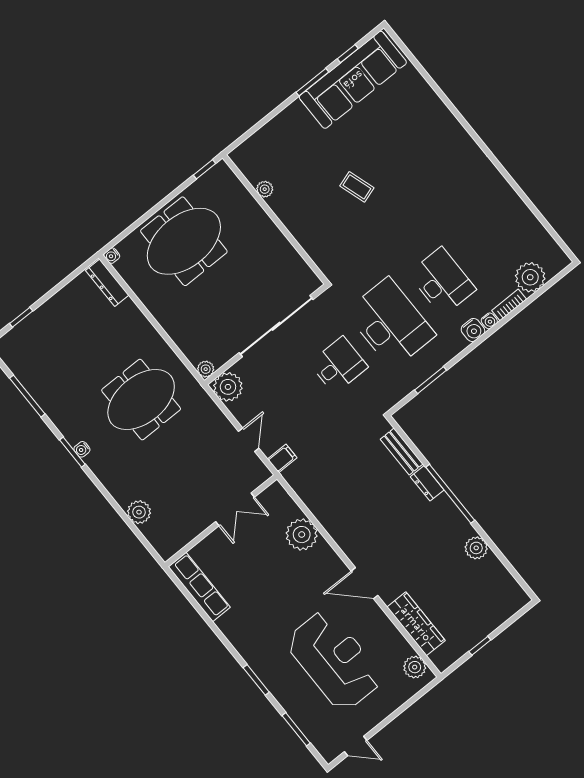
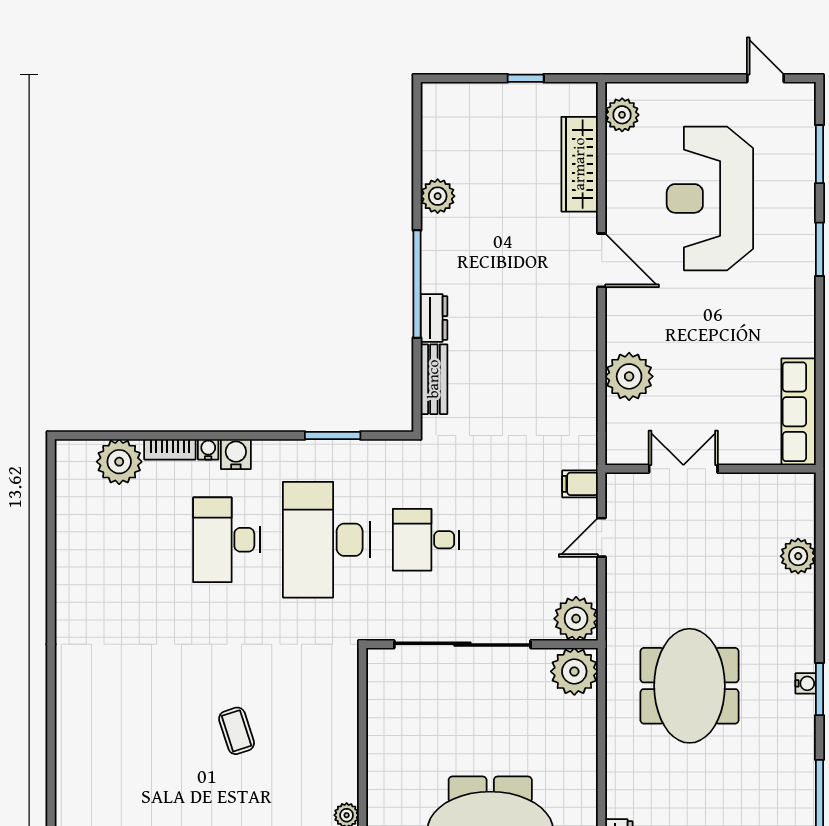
plant: (206, 369) -> (574, 671), width x1.88, depth x1.88
meeting table: (141, 400) -> (690, 686), turned 90

